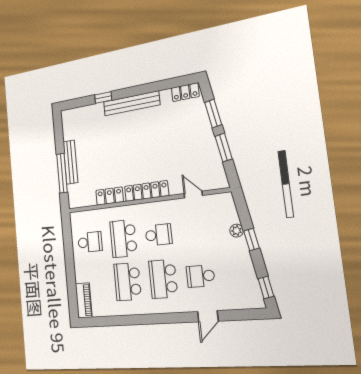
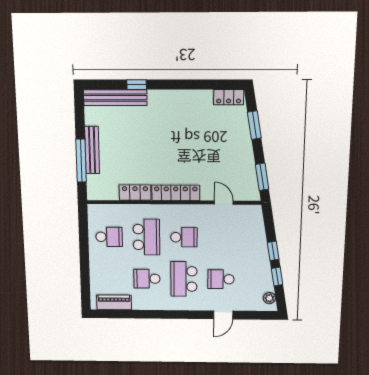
bench: (131, 103) -> (115, 98), moved
window: (224, 148) -> (262, 177), moved
plant: (237, 231) -> (269, 298), moved
school desk: (123, 239) -> (146, 237), turned 180
school desk: (128, 282) -> (147, 279), width x0.54
window: (266, 288) -> (277, 276), moved
piano: (84, 300) -> (114, 302), moved, turned -90

